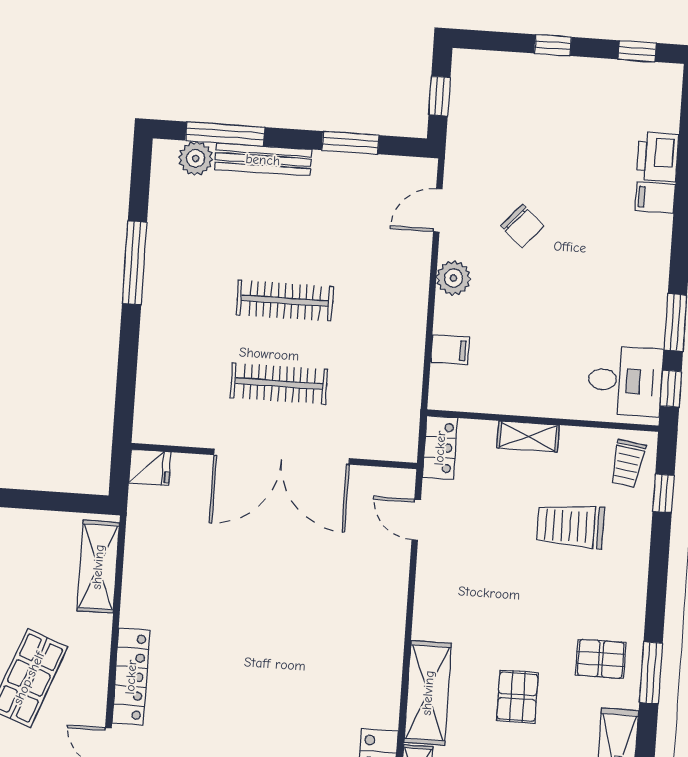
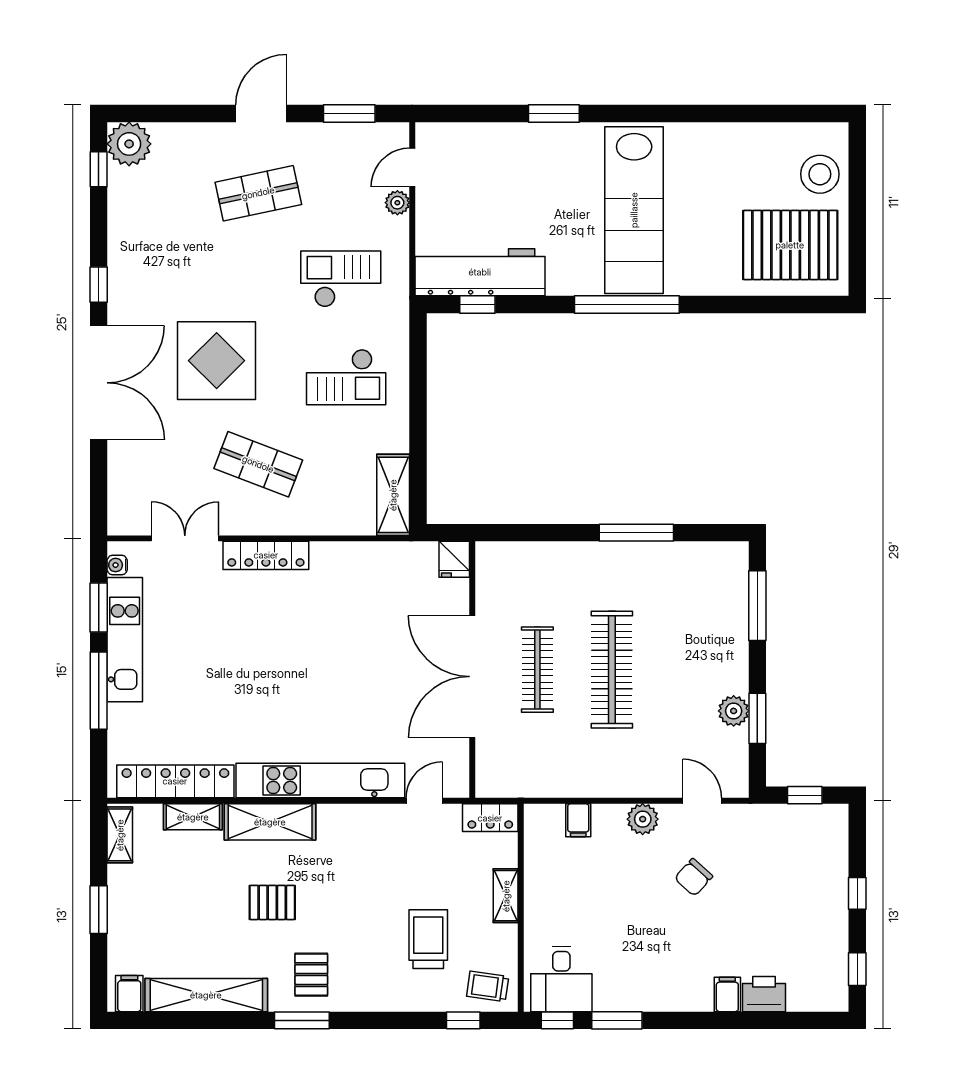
plant: (196, 158) -> (734, 711), moved
bench: (263, 160) -> (737, 641), removed
clothes rail: (285, 301) -> (612, 670), width x1.37, depth x1.31
shelving: (98, 567) -> (393, 495), moved, turned 90
kitchen unit: (386, 634) -> (320, 781), added

